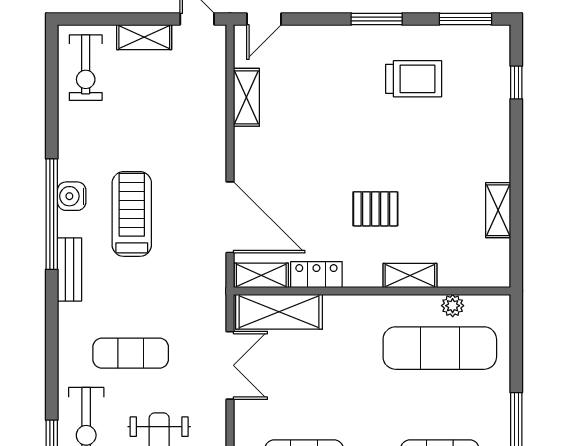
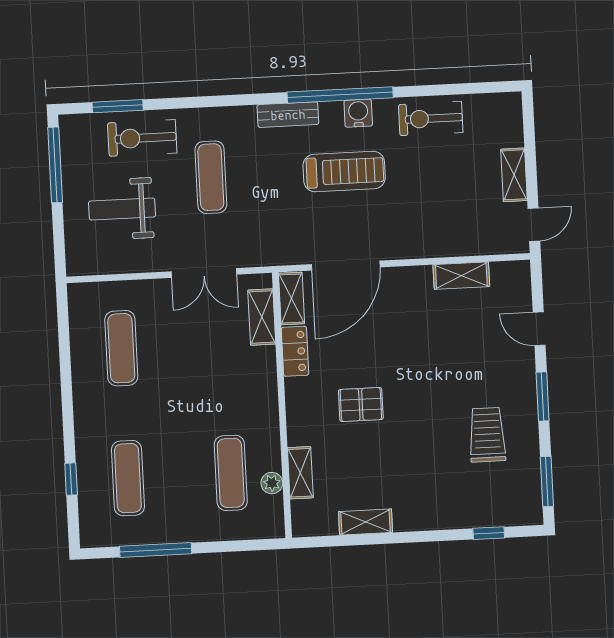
door: (264, 19) -> (539, 329), moved
exercise bike: (86, 68) -> (431, 119), moved
trolley: (414, 79) -> (487, 435), turned 180
pallet: (375, 209) -> (361, 405), turned 90
shelving: (410, 276) -> (300, 473), moved
shelving: (279, 312) -> (262, 317), width x0.67, depth x0.75
exercise mat: (440, 348) -> (231, 473), width x0.73, depth x0.69

